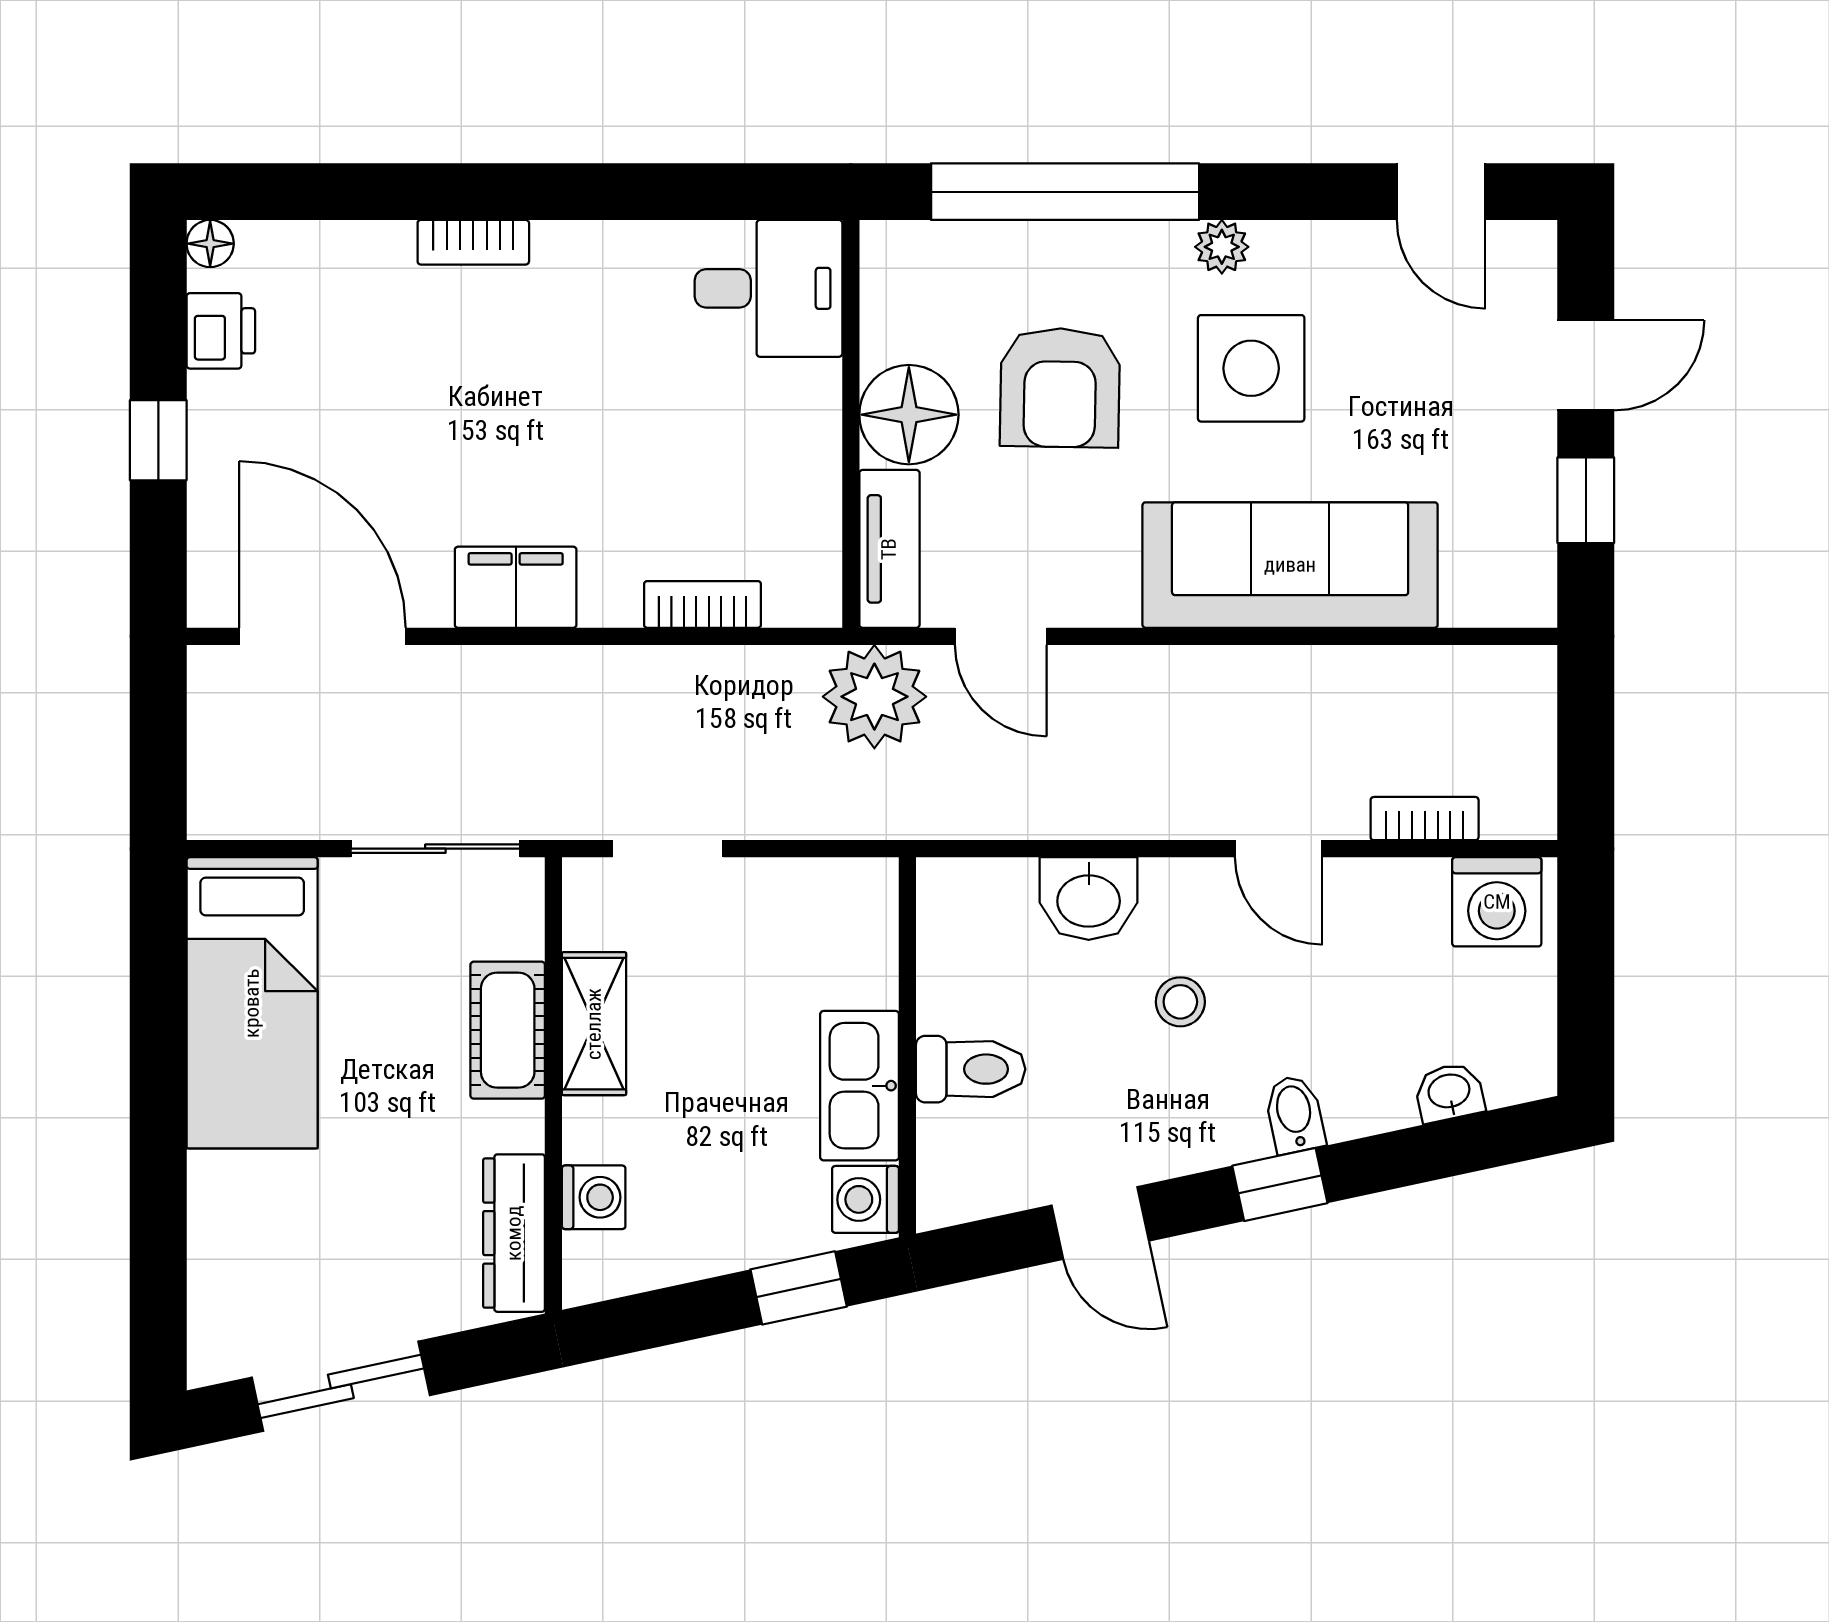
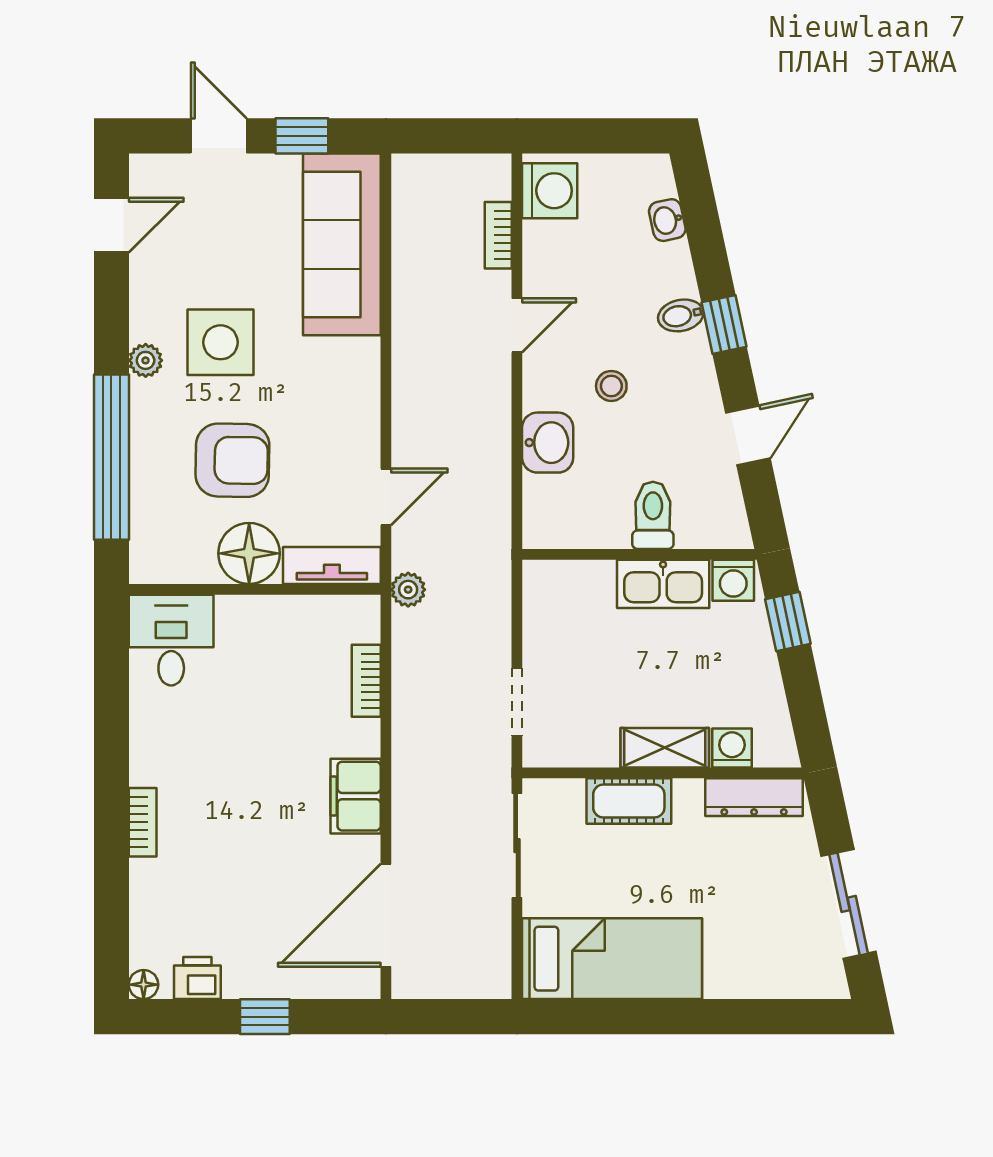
sofa: (1290, 565) -> (342, 244), moved
plant: (874, 697) -> (408, 590), width x0.53, depth x0.53
shelving: (594, 1024) -> (665, 748), moved

